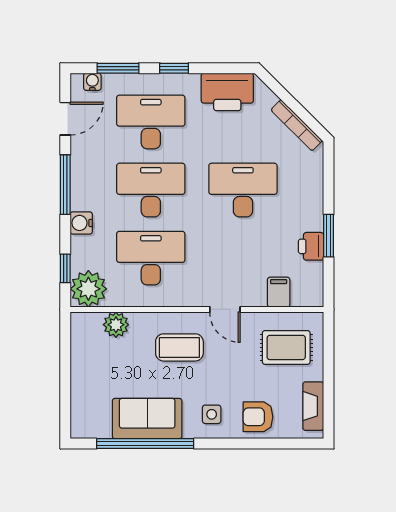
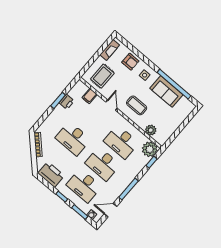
water cooler: (81, 223) -> (134, 172), removed
rug: (286, 347) -> (102, 76), turned 90

